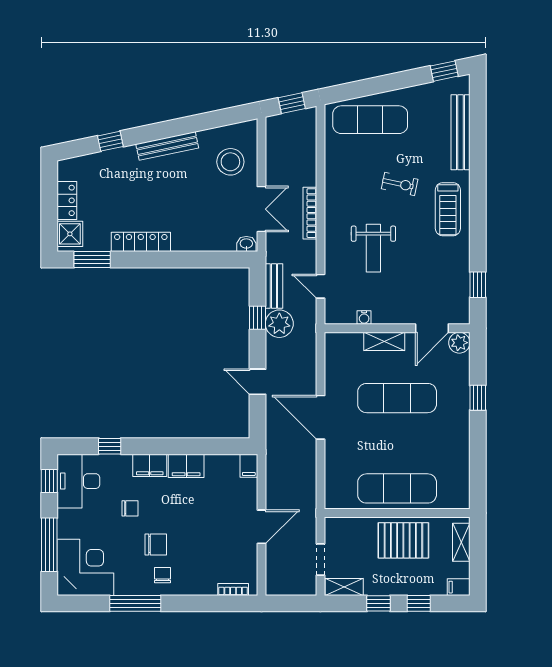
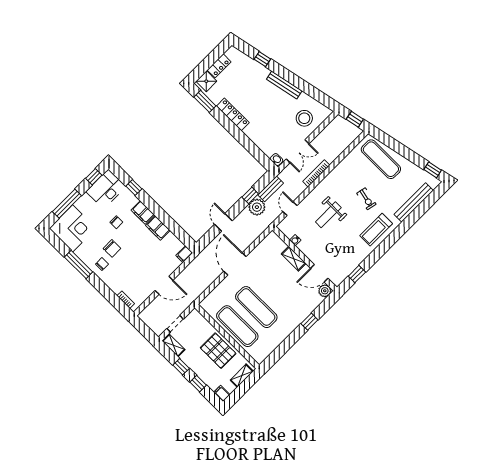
exercise mat: (397, 398) -> (256, 307), moved

